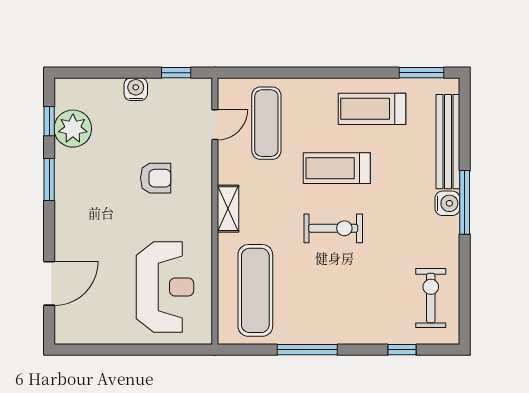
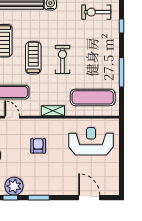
treadmill: (337, 168) -> (33, 58), turned 180

